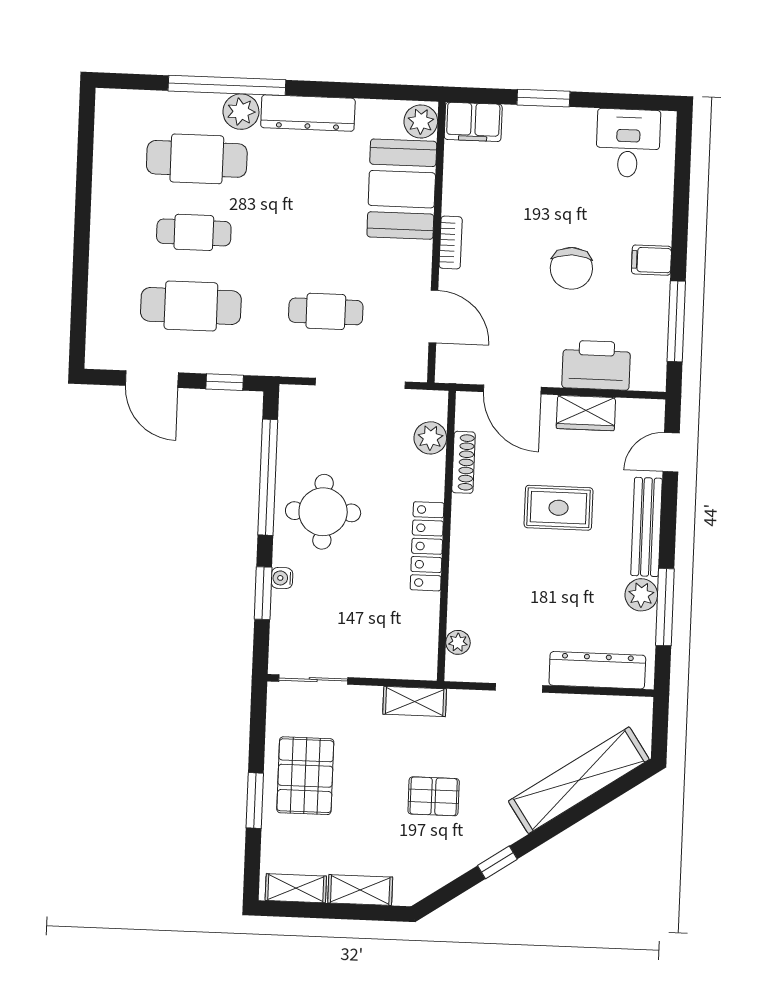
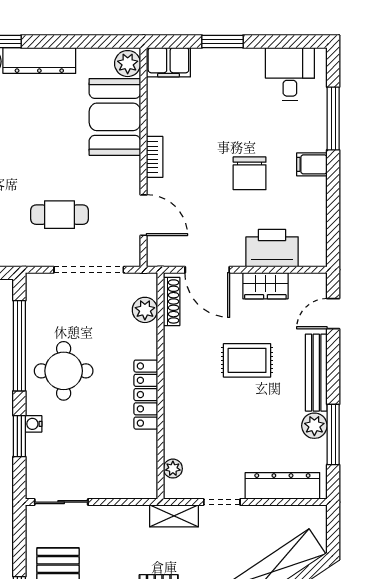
window: (676, 321) -> (333, 119), moved
shoe rack: (464, 462) -> (172, 301), moved
shelving: (415, 701) -> (174, 516), moved

